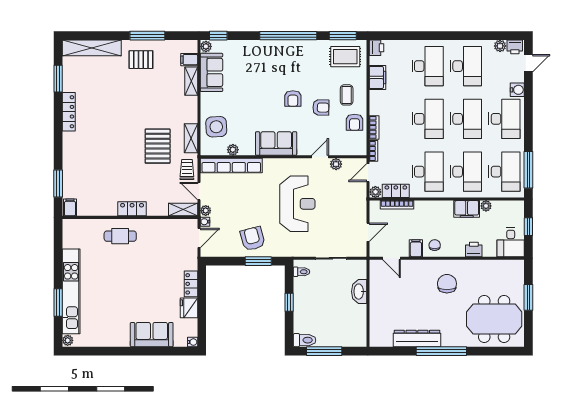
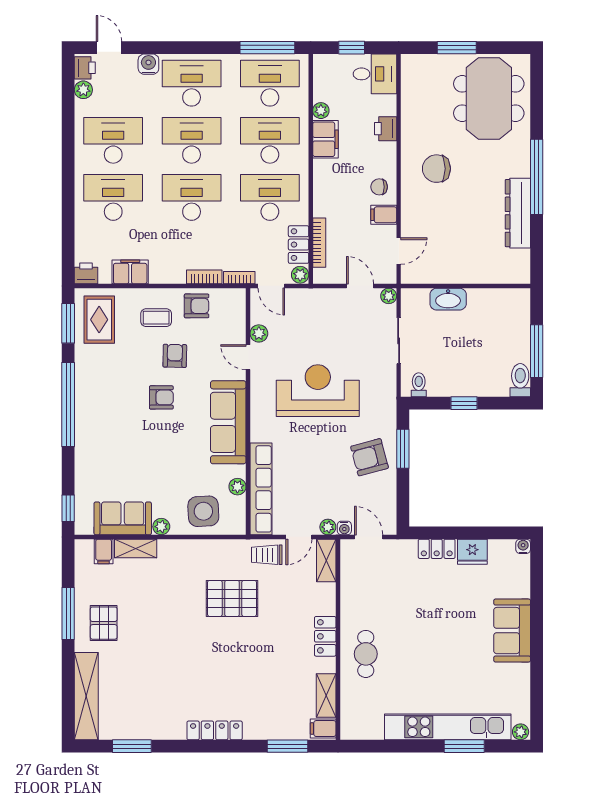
plant: (206, 46) -> (161, 527), moved
locker: (69, 112) -> (215, 730), moved
shelving: (191, 138) -> (326, 695), moved, turned 90
sofa: (276, 144) -> (228, 422), width x1.36
plant: (361, 252) -> (389, 296), added
sofa: (152, 335) -> (512, 631), moved

